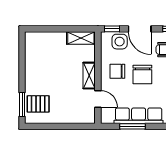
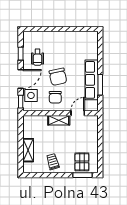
shelving: (81, 38) -> (28, 150), moved
trolley: (38, 68) -> (53, 162), added
chair: (142, 75) -> (58, 77), turned 78

